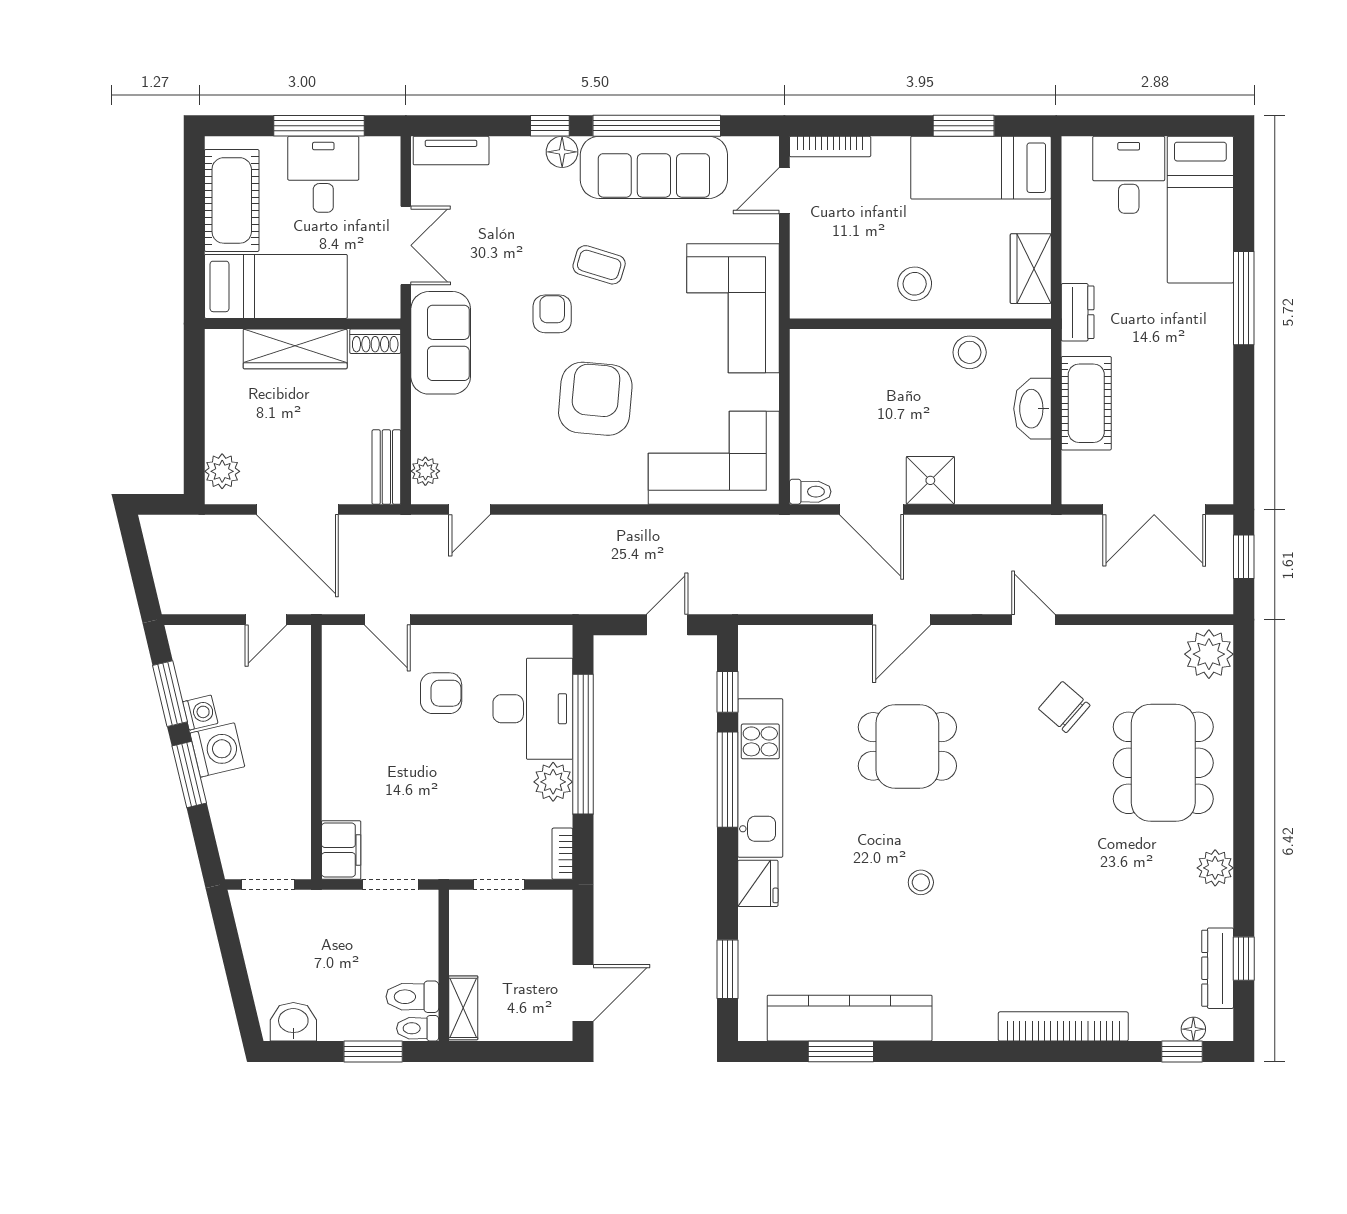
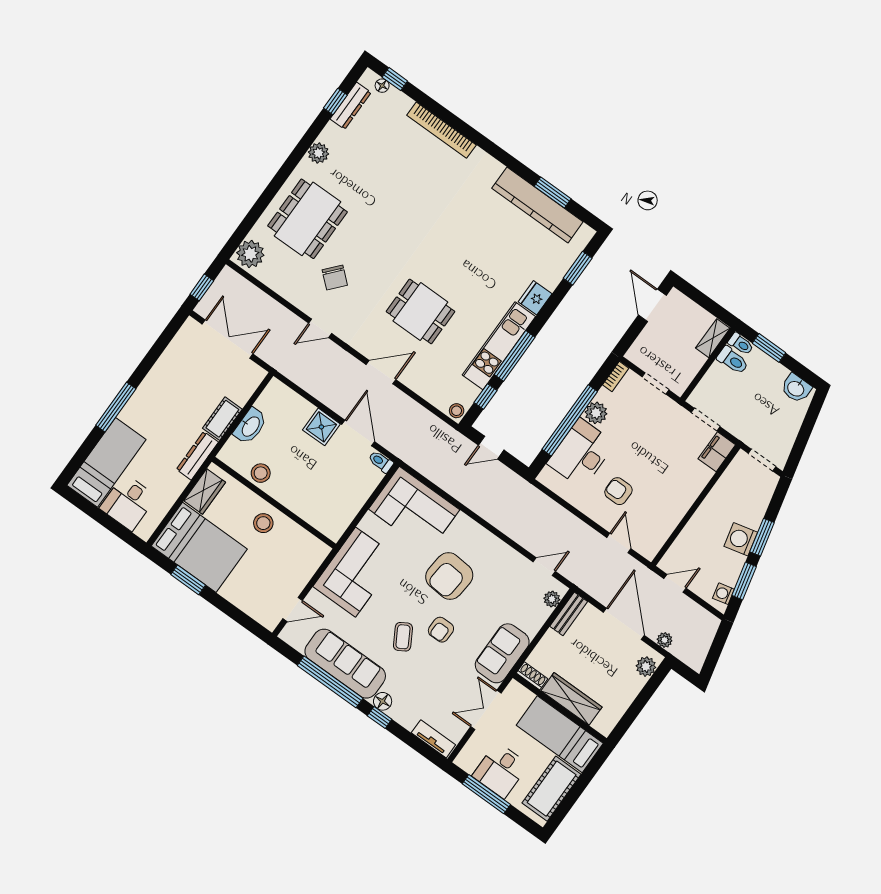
bookcase: (830, 147) -> (257, 615), removed
bed: (981, 168) -> (199, 547), width x1.50
coffee table: (599, 265) -> (403, 637), turned 43
dresser: (1078, 312) -> (197, 456), width x1.44
cot: (1086, 403) -> (222, 419), width x0.73, depth x0.75
plant: (223, 528) -> (665, 640), added
door: (1033, 620) -> (320, 328), hinge flipped
washing machine: (200, 713) -> (723, 594), moved
stool: (921, 882) -> (457, 411), moved
door: (583, 993) -> (652, 305), hinge flipped

